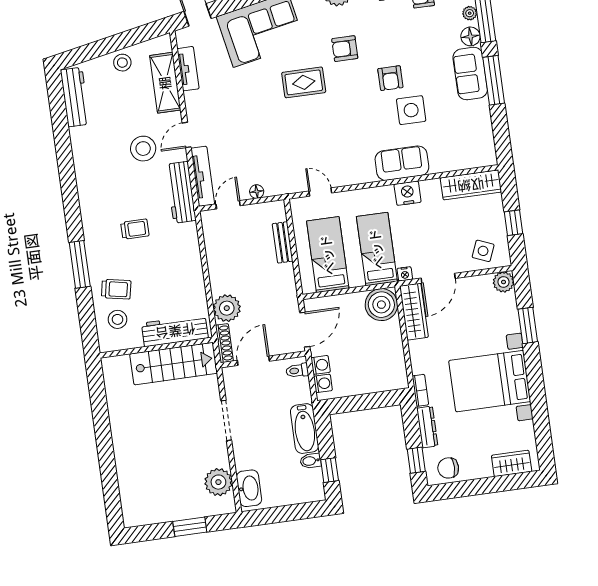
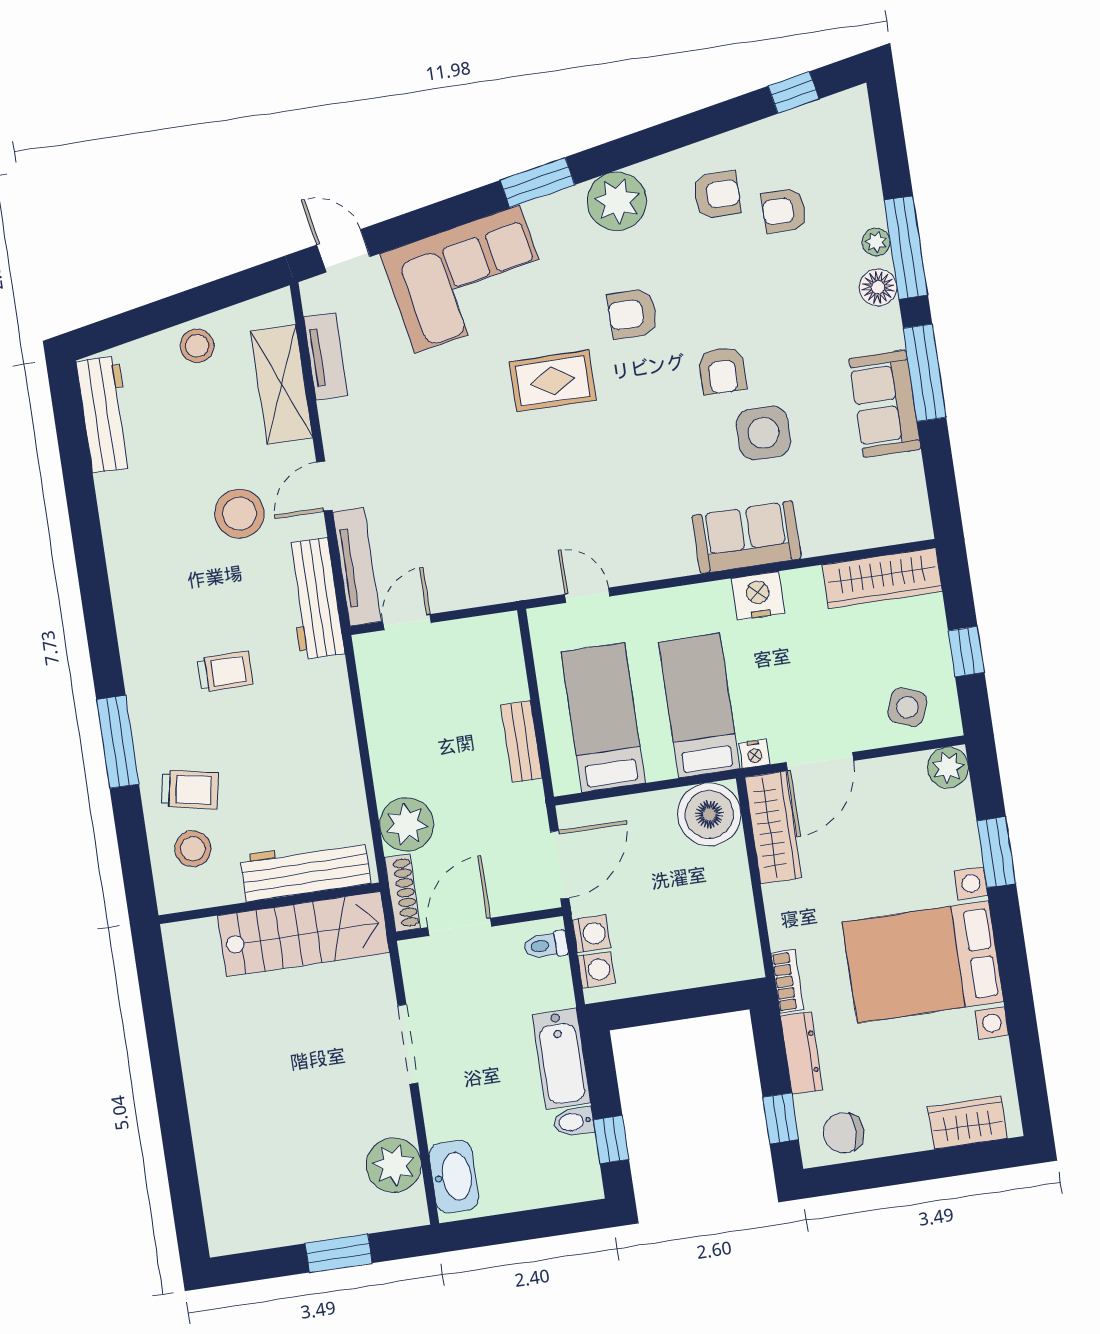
sofa: (470, 74) -> (885, 404), moved
floor lamp: (257, 192) -> (463, 596), removed
bench: (283, 242) -> (522, 742), moved

